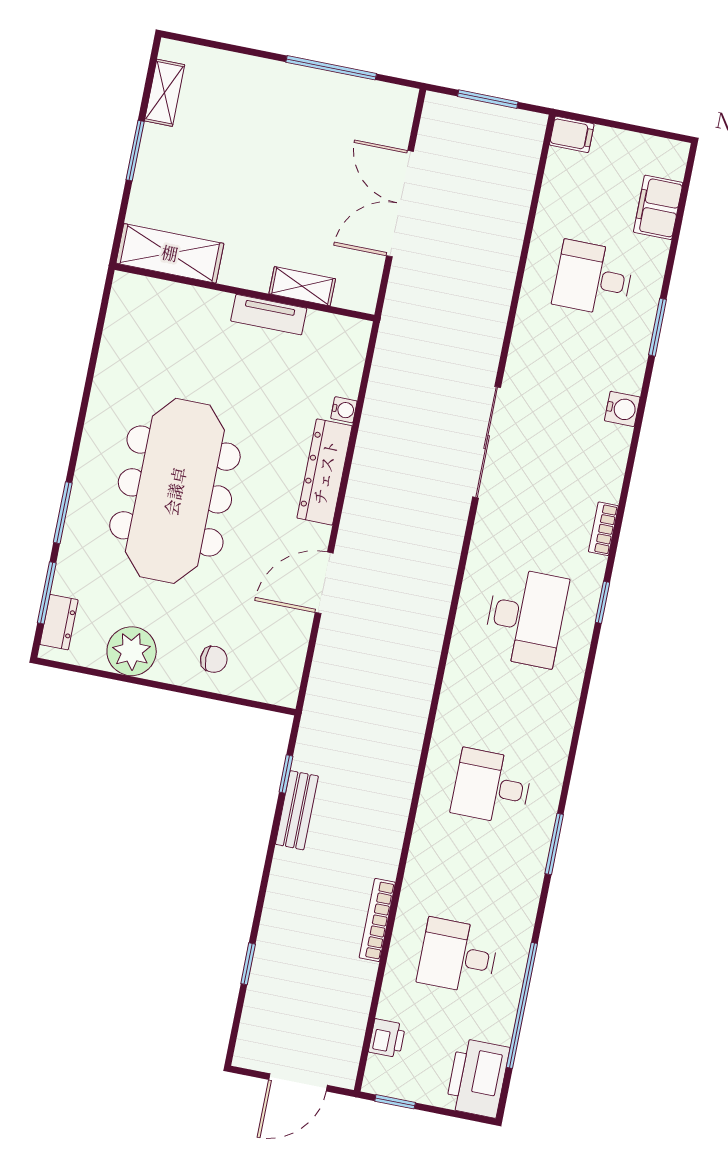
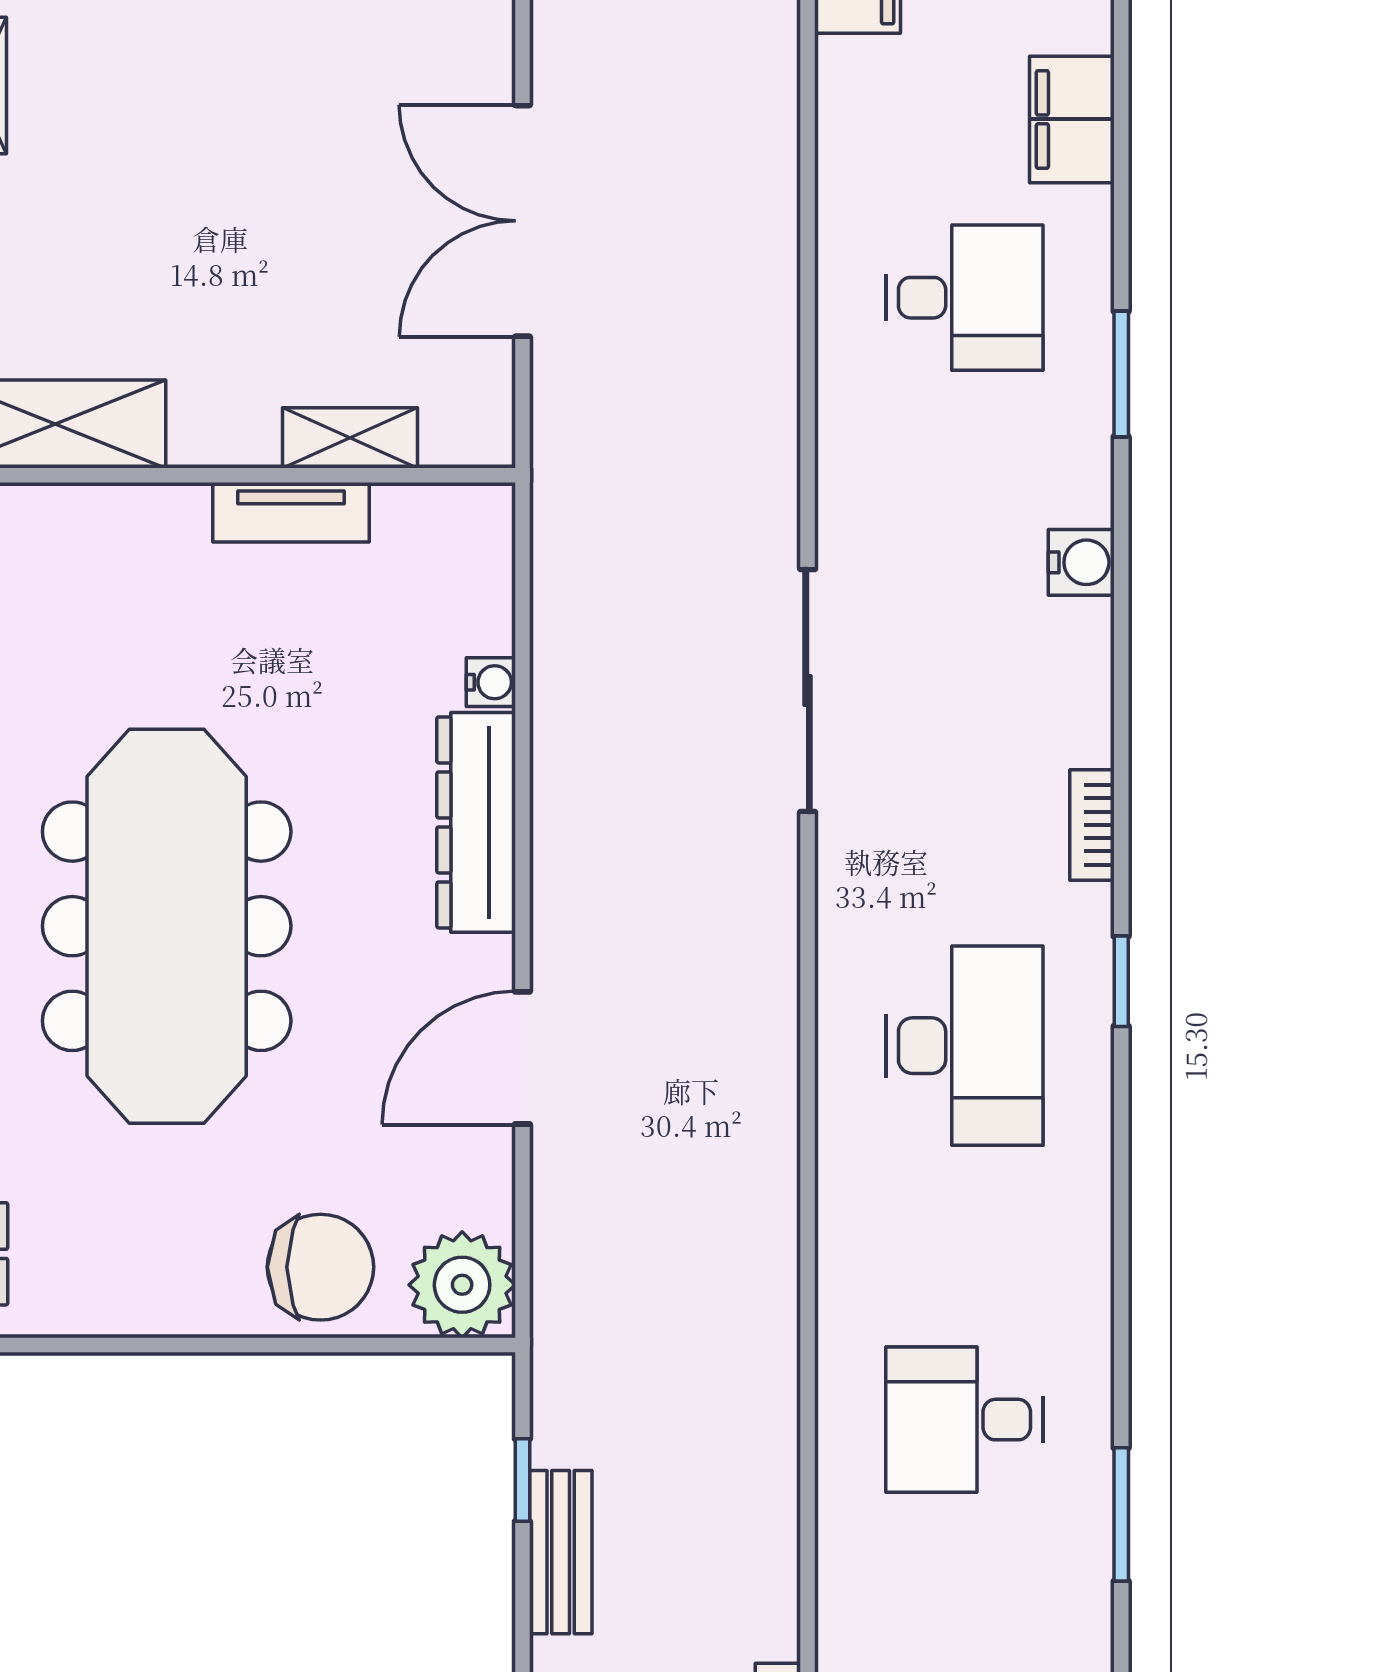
desk: (593, 278) -> (964, 298), turned 180
plant: (132, 651) -> (462, 1285), moved
chair: (214, 659) -> (320, 1267), width x1.87, depth x1.87

